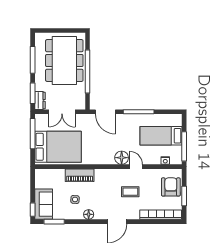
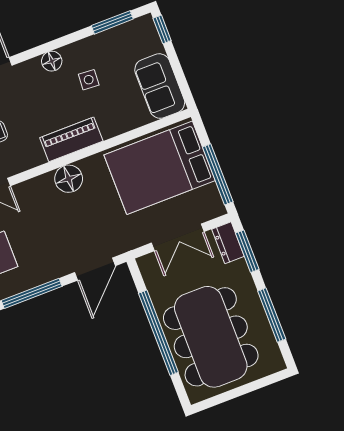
double door: (62, 112) -> (178, 237), swing flipped
door: (105, 112) -> (95, 269), swing flipped
floor lamp: (122, 158) -> (69, 179), moved
piano: (80, 175) -> (71, 139), moved
sofa: (44, 204) -> (160, 86), moved

